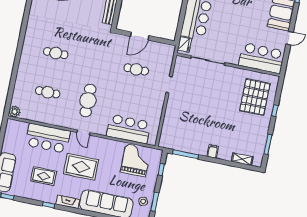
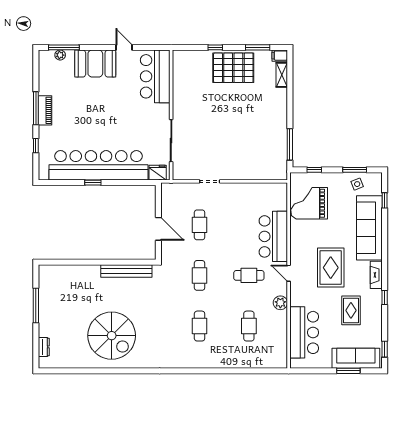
cafe table: (96, 61) -> (200, 275), added
pallet: (255, 97) -> (233, 68), moved
cafe table: (88, 100) -> (249, 275), width x0.73, depth x0.74
plant: (15, 112) -> (280, 303), moved
bar counter: (129, 129) -> (273, 236), moved
door: (83, 132) -> (289, 273), swing flipped
bar counter: (48, 138) -> (304, 332), moved
filing cabinet: (213, 151) -> (280, 56), moved

